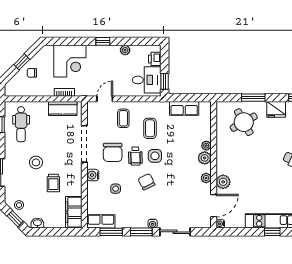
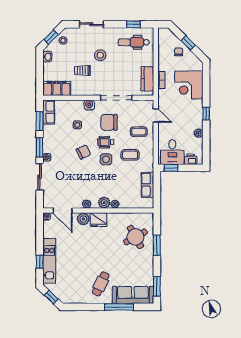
fridge: (276, 109) -> (98, 220), moved, turned -90

